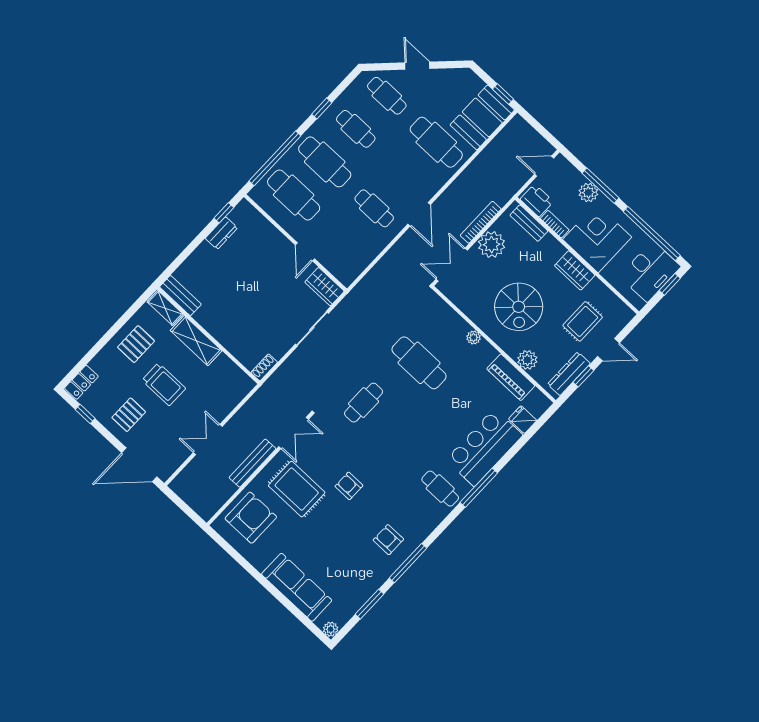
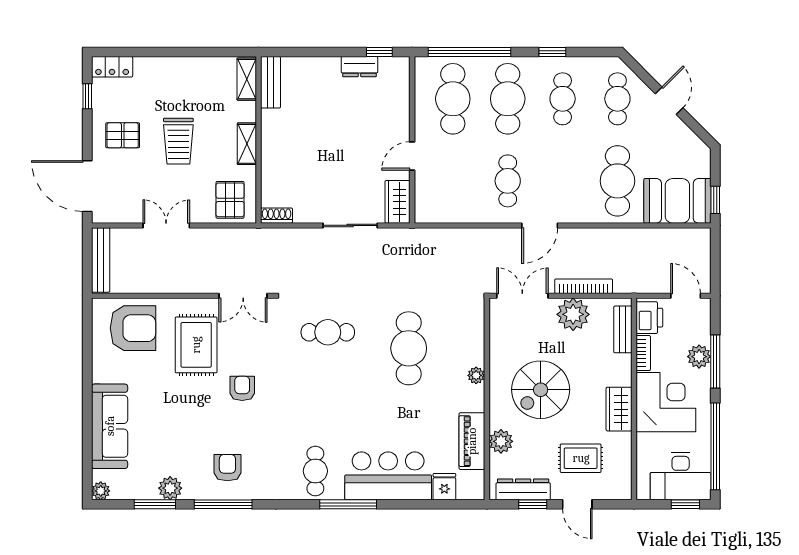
shelving: (196, 341) -> (247, 144), width x0.67, depth x0.75
pallet: (136, 344) -> (230, 200), moved, turned 90
bench: (253, 463) -> (101, 260), moved, turned 90
plant: (368, 586) -> (170, 488), added

